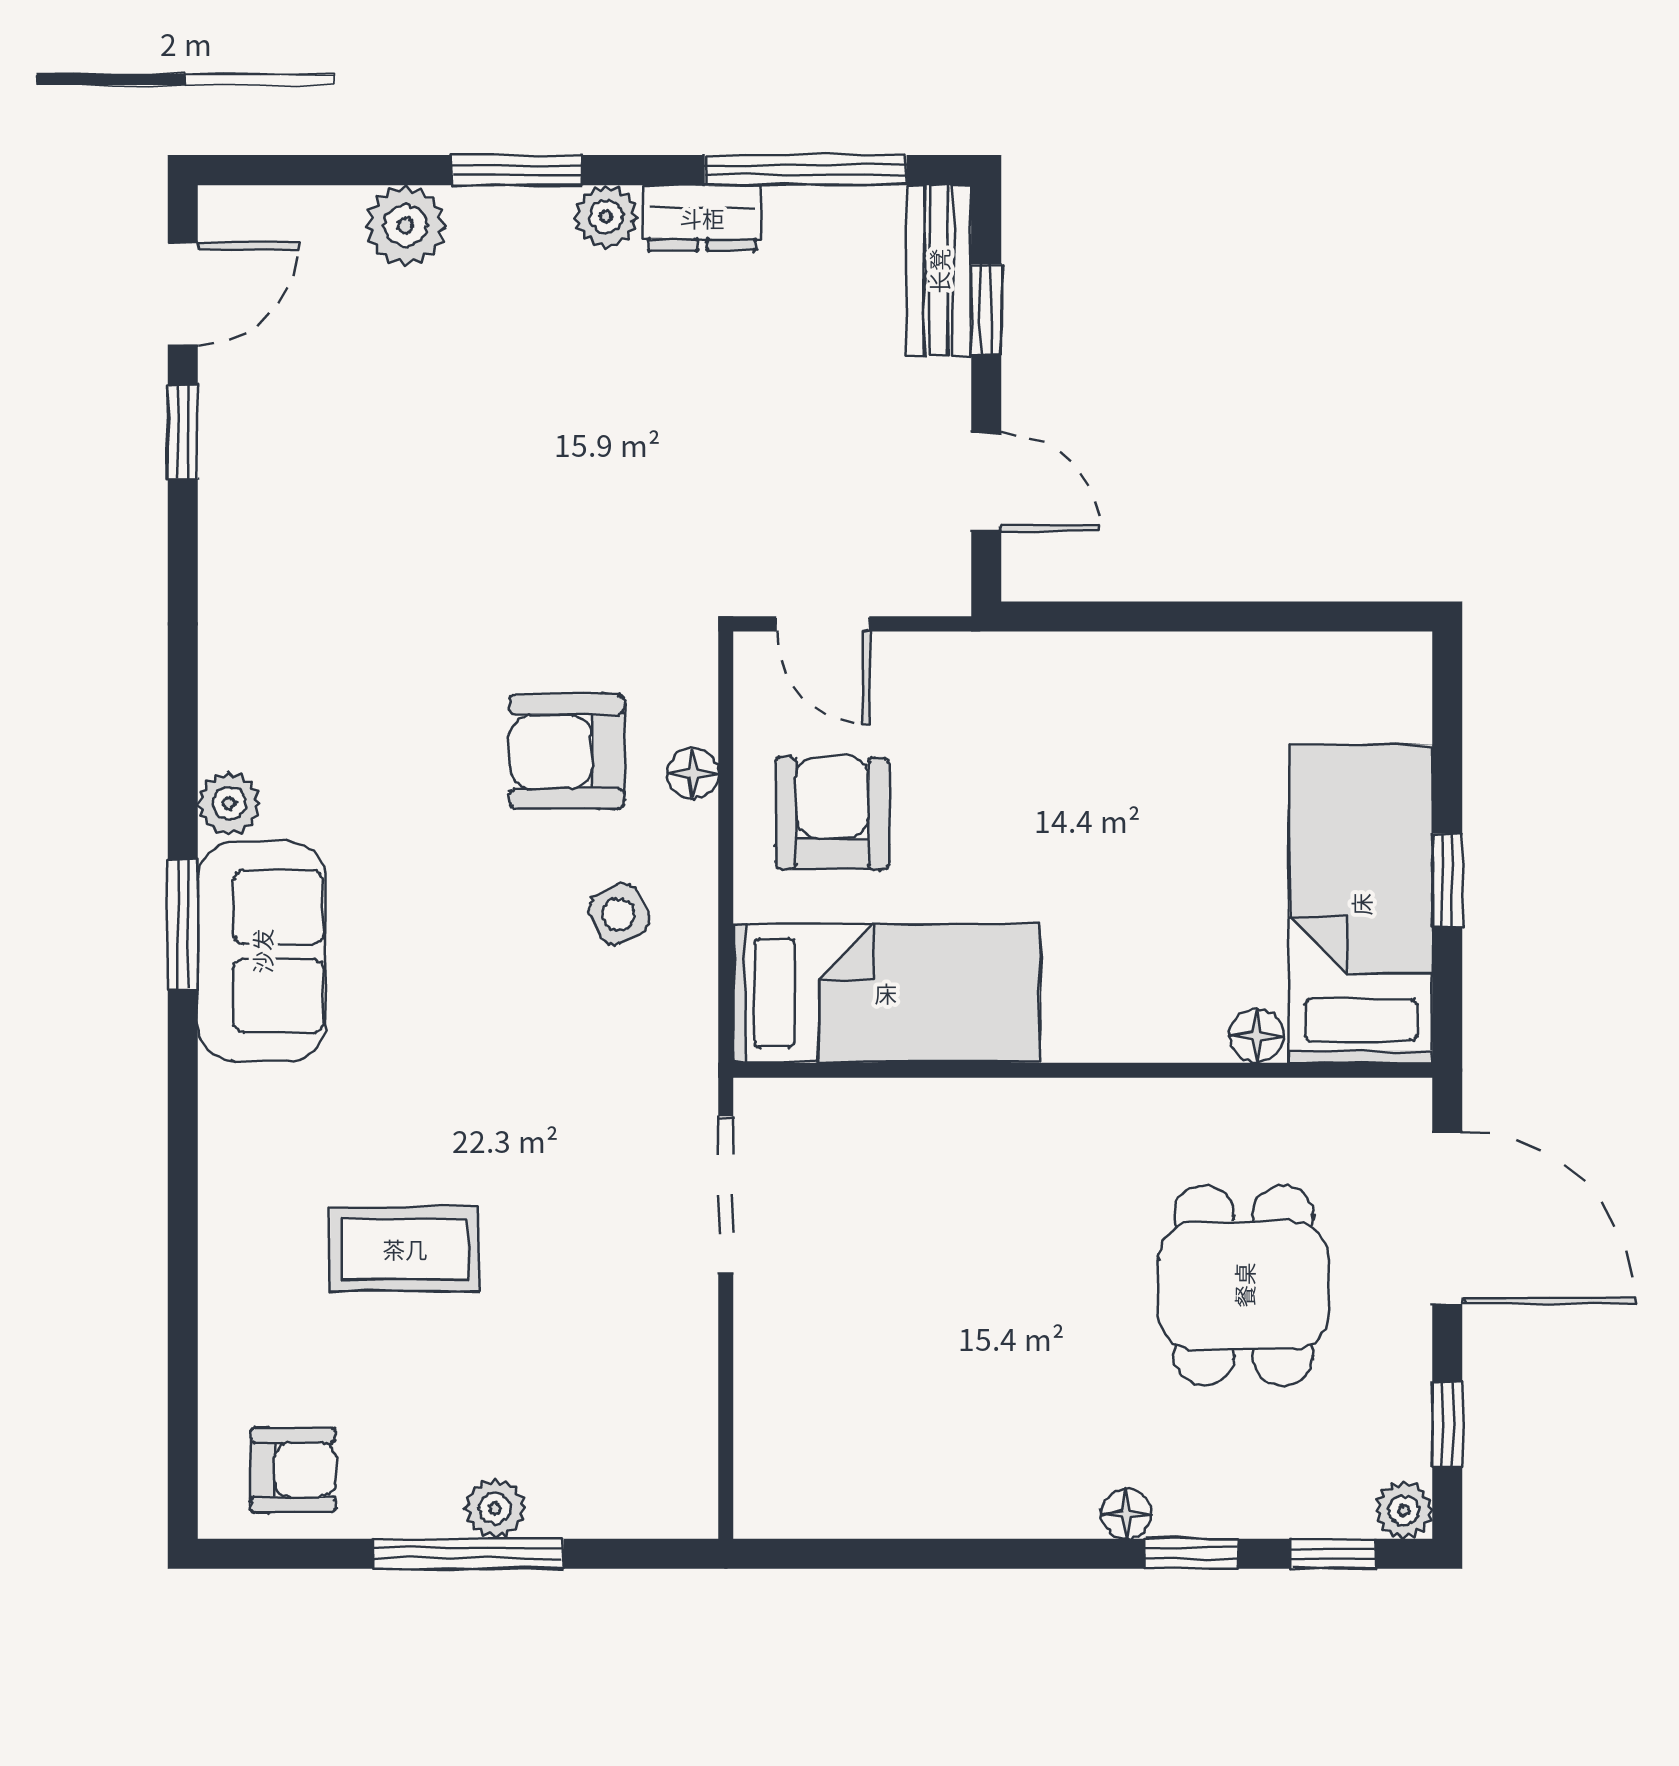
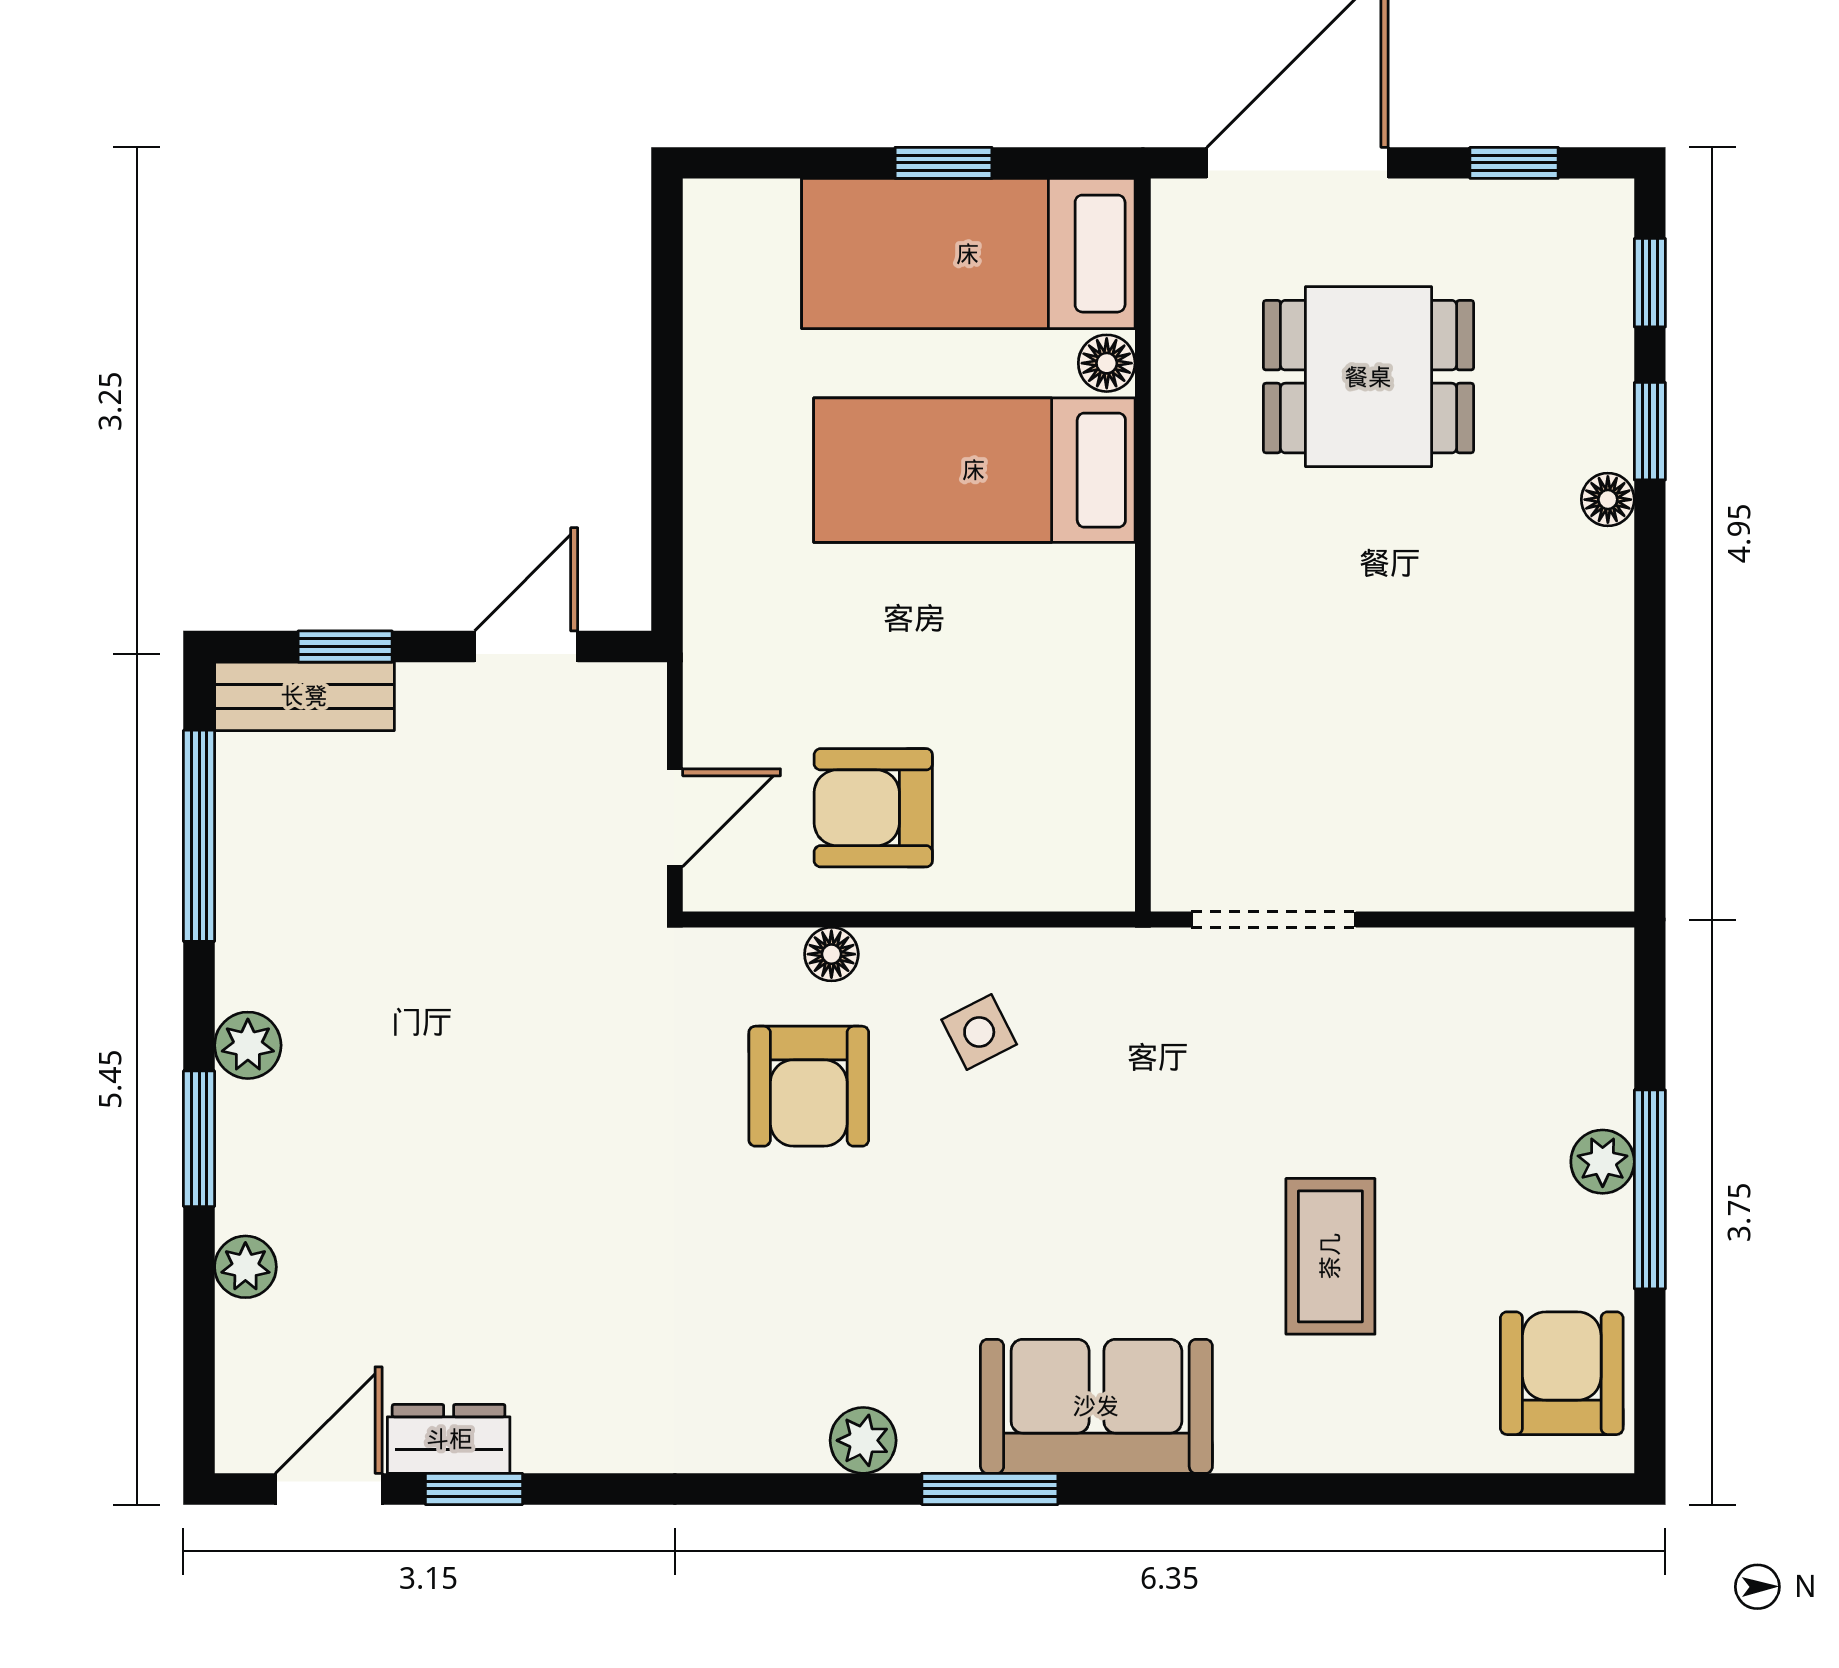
dresser: (702, 218) -> (449, 1439), moved, turned -90
plant: (406, 225) -> (245, 1267), width x0.73, depth x0.73
door: (183, 294) -> (329, 1489), hinge flipped
sofa: (262, 951) -> (1096, 1406), moved
bed: (886, 993) -> (974, 470), moved, turned -90
armchair: (293, 1470) -> (1562, 1373), width x1.38, depth x1.38
plant: (1404, 1510) -> (1604, 208), removed

